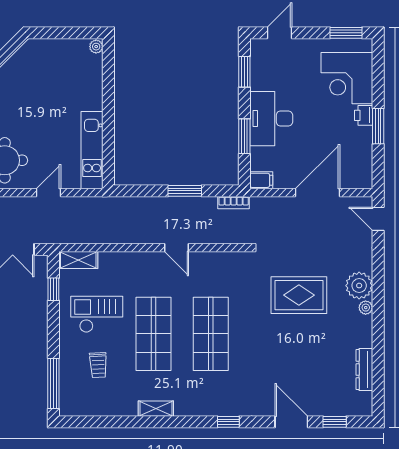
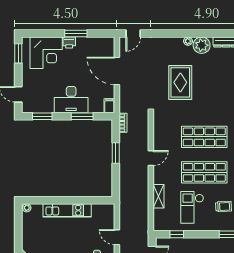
kitchen unit: (92, 150) -> (67, 210), moved
shelving: (78, 260) -> (159, 196), moved
plant: (359, 286) -> (202, 45), moved

